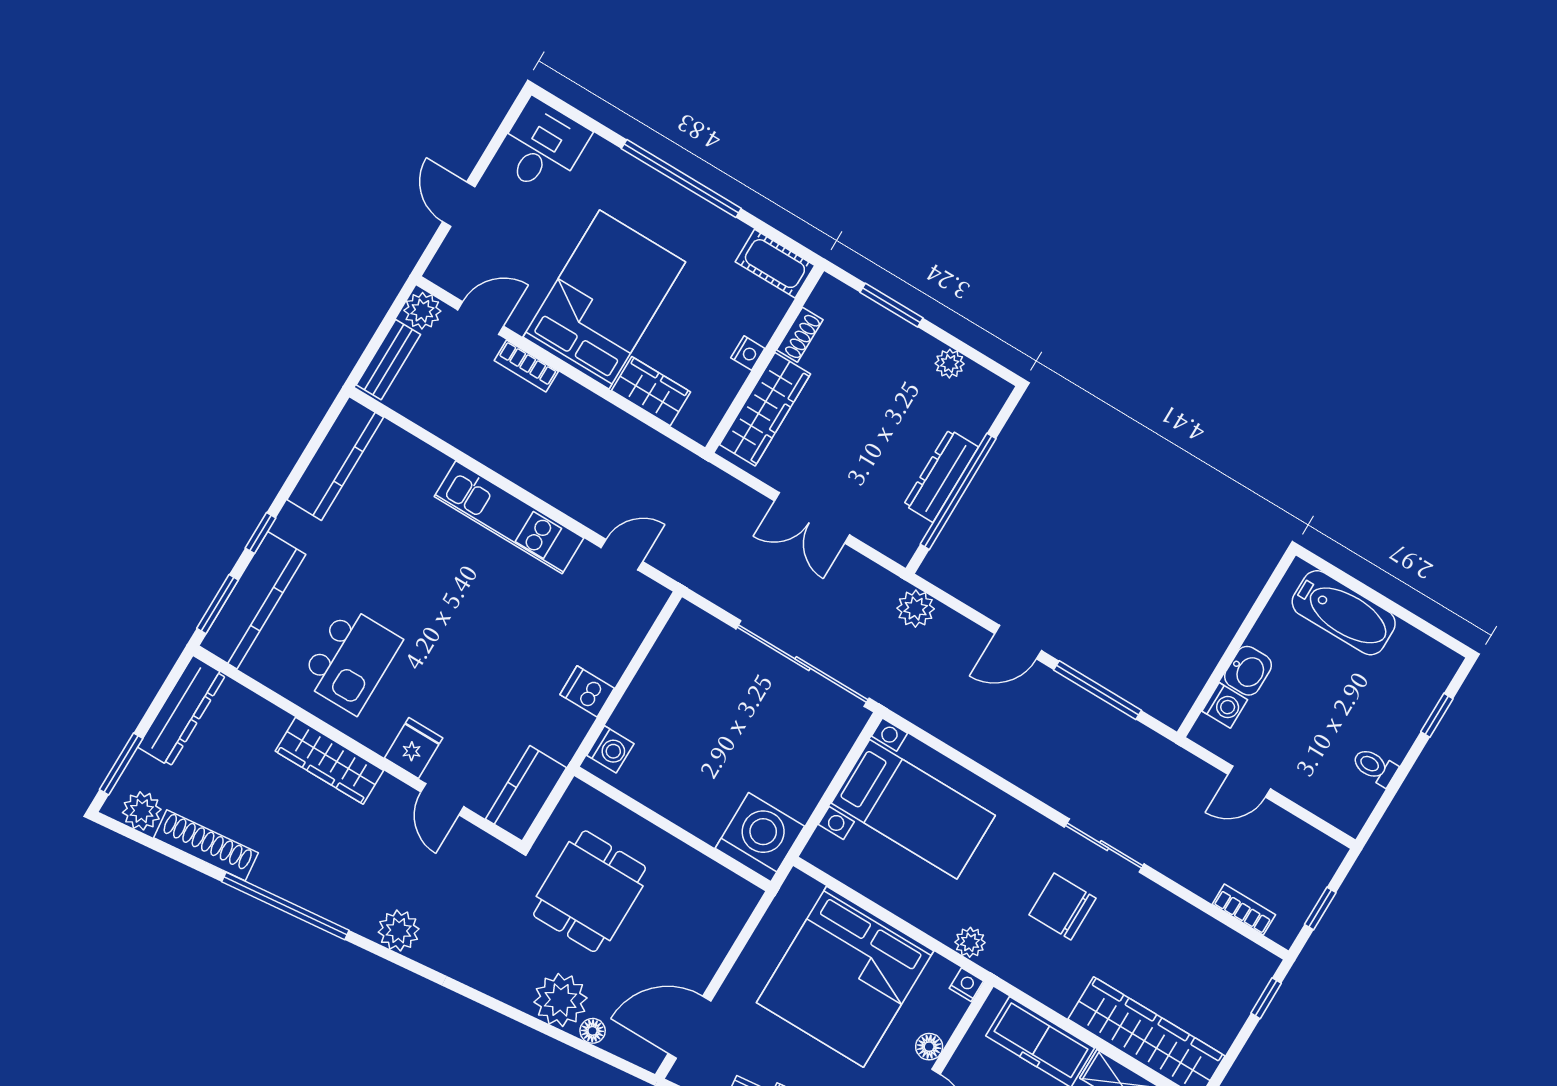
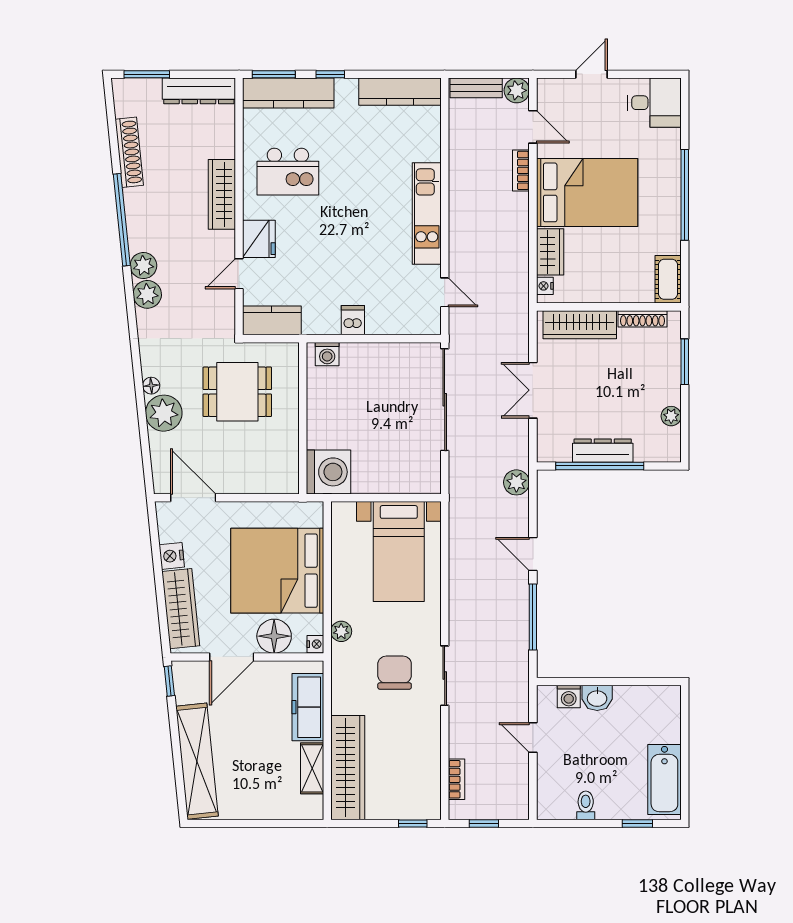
shoe rack: (800, 335) -> (642, 319), width x1.43
nightstand: (748, 353) -> (545, 286), moved, turned 90
bathtub: (1344, 613) -> (664, 780), moved
sliding door: (803, 664) -> (445, 400), moved
fridge: (414, 748) -> (259, 239), width x1.38
plant: (142, 811) -> (143, 266), moved
floor lamp: (593, 1031) -> (151, 386), moved
floor lamp: (929, 1047) -> (274, 636), width x1.89, depth x1.89

